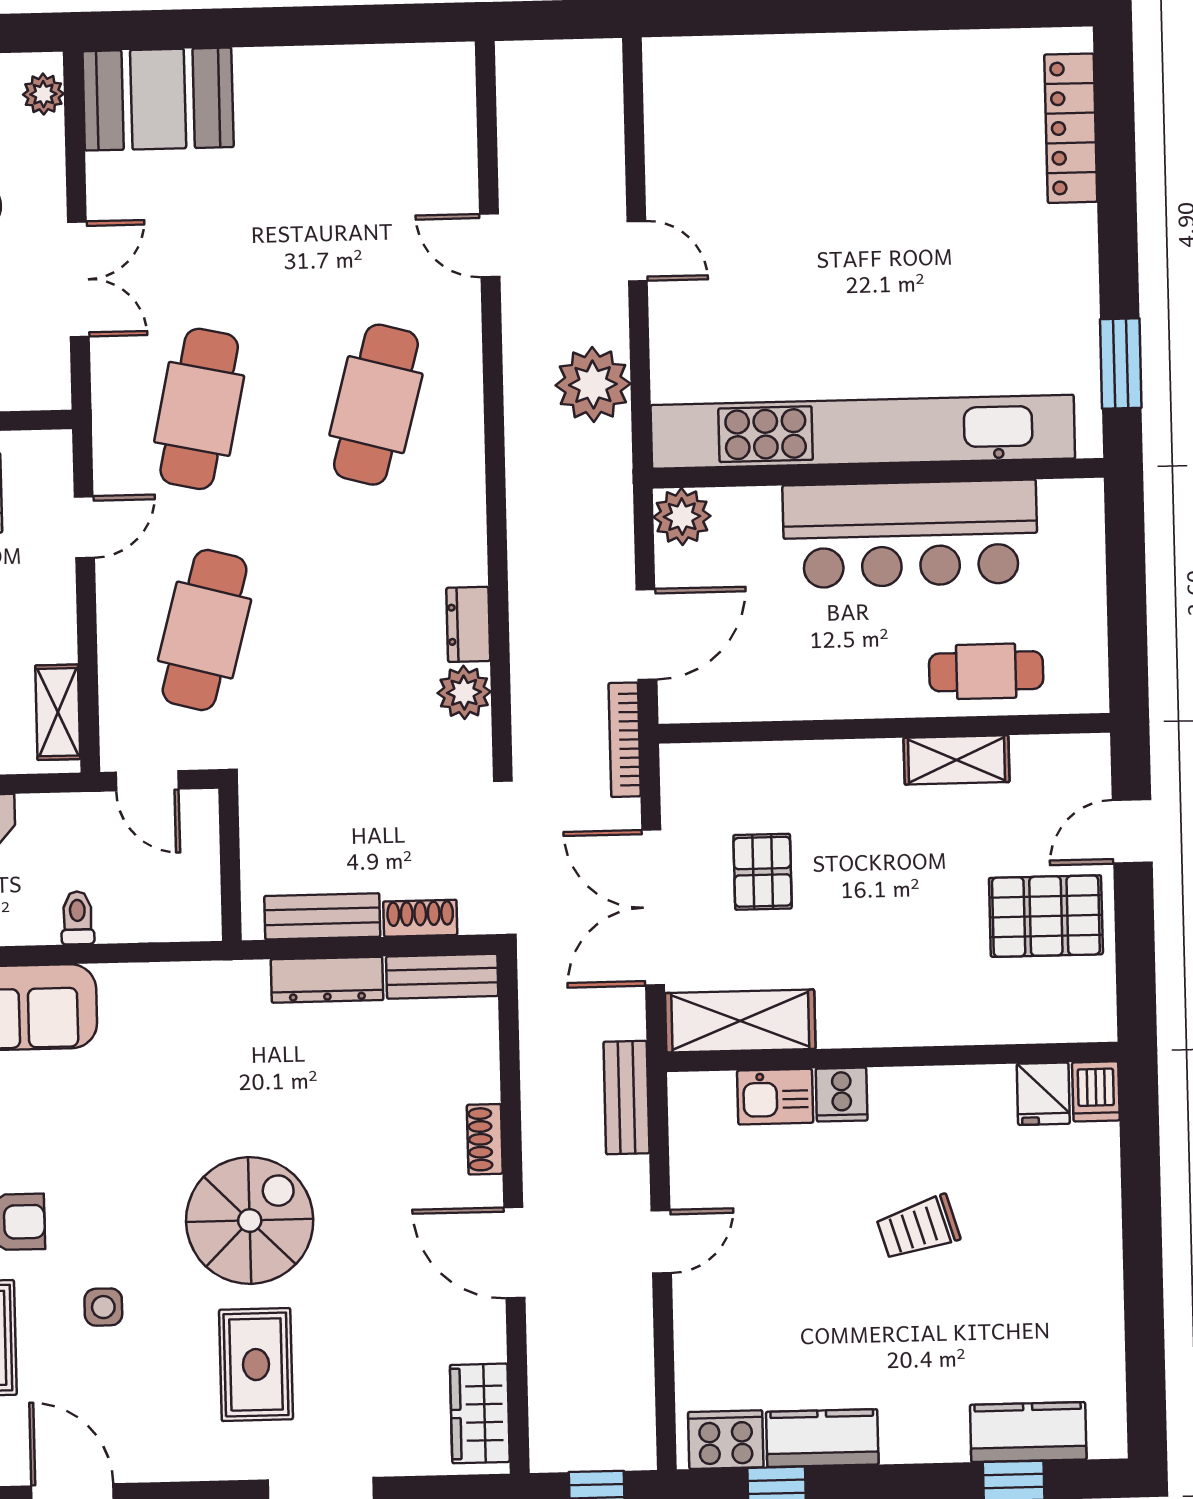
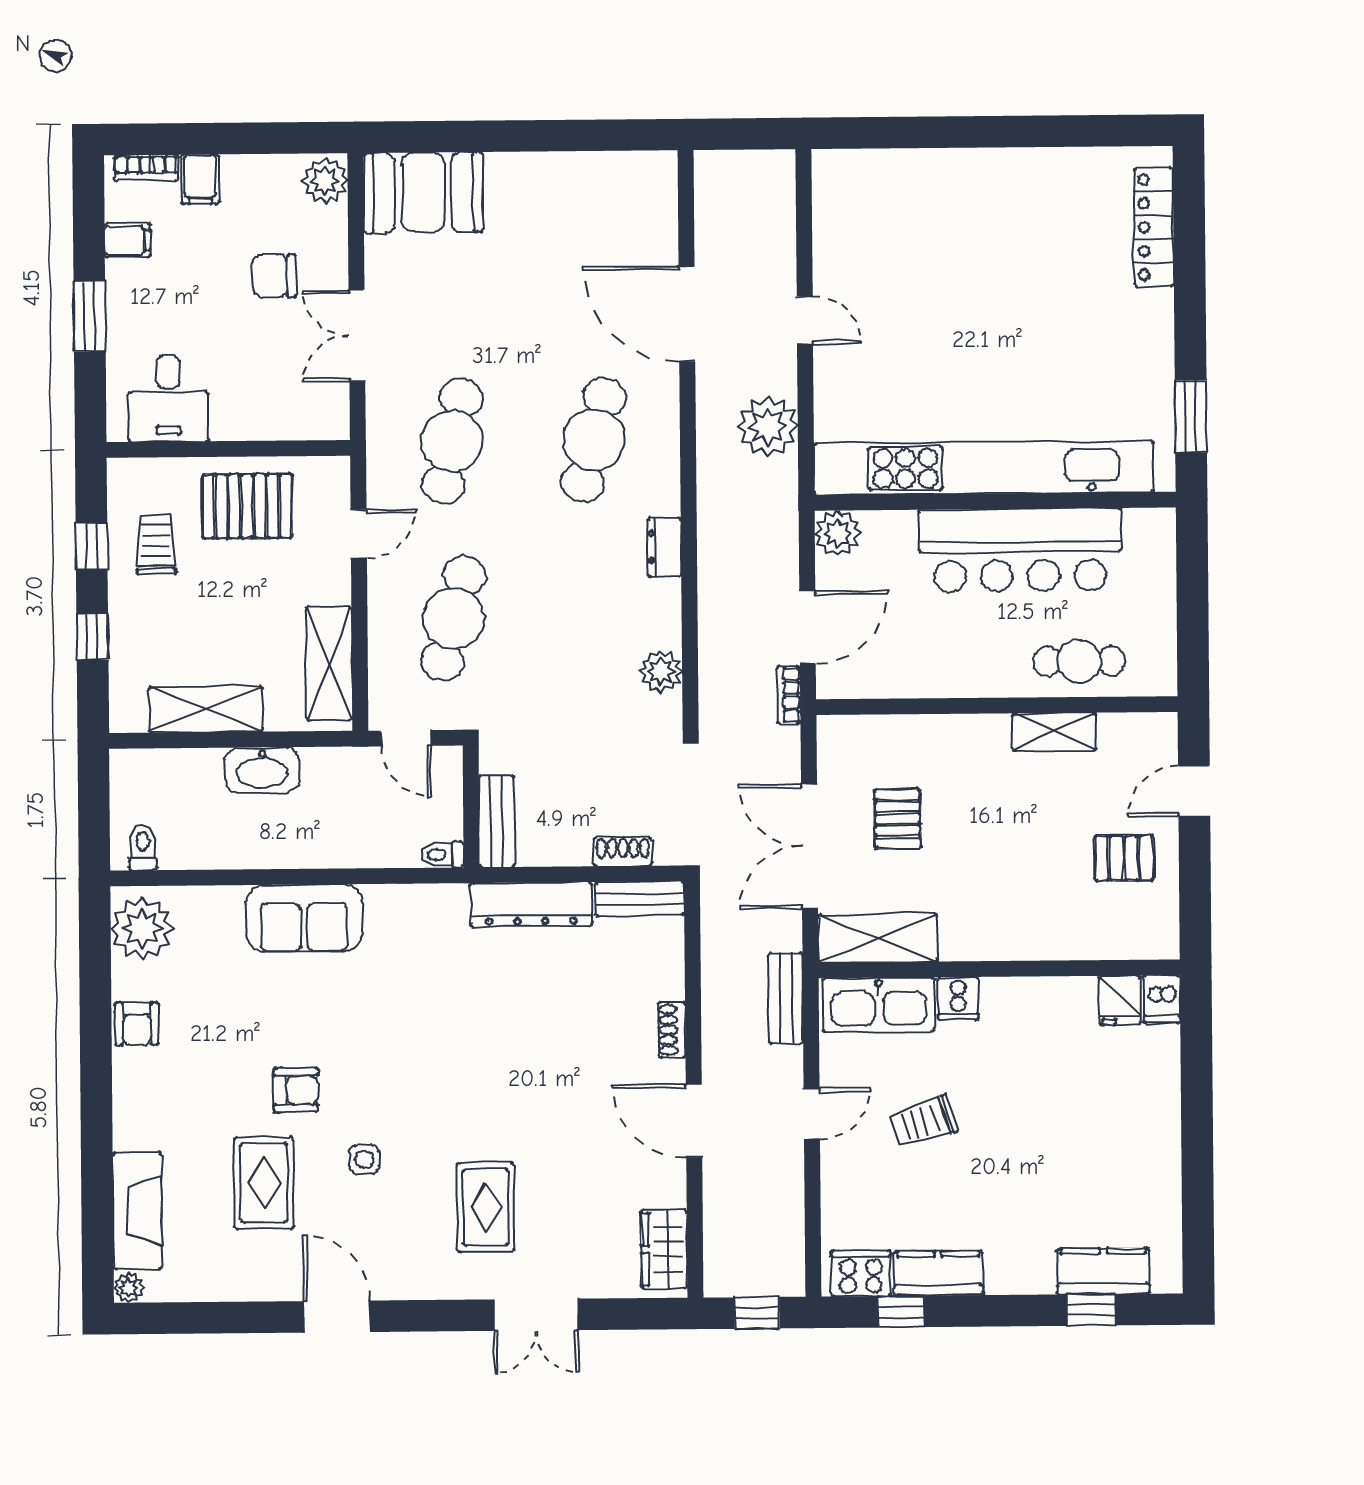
plant: (43, 94) -> (325, 181), width x1.38, depth x1.38
door: (490, 245) -> (687, 314), width x1.87
double door: (78, 279) -> (357, 336), swing flipped
dresser: (468, 624) -> (664, 547), moved
shelving: (58, 712) -> (329, 663), width x1.50, depth x1.33
bookcase: (625, 740) -> (789, 695), width x0.64
bench: (322, 916) -> (497, 821), moved, turned 90
pallet: (1046, 916) -> (1124, 858), width x0.67, depth x0.71
toilet: (78, 918) -> (442, 855), moved, turned -90
dresser: (327, 980) -> (531, 904), width x1.37, depth x1.24
kitchen sink: (775, 1097) -> (879, 1005), width x1.88, depth x1.24
spiral stairs: (250, 1221) -> (482, 1092), removed
trolley: (918, 1228) -> (924, 1122), moved

